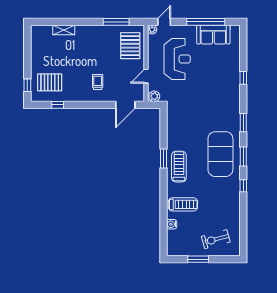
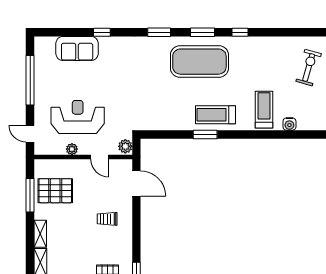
shelving: (86, 30) -> (40, 234), added
plant: (152, 30) -> (72, 149), moved
sofa: (213, 35) -> (77, 48), moved, turned 90
pallet: (130, 46) -> (55, 191), moved
exercise bike: (216, 239) -> (309, 68), turned -149

